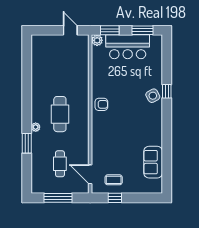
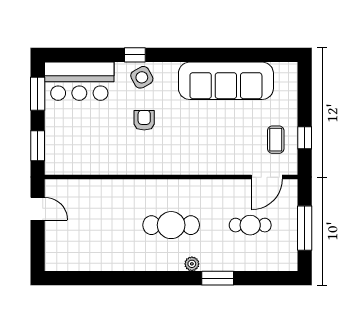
door: (70, 30) -> (38, 209), swing flipped
plant: (97, 40) -> (54, 166), removed
bar counter: (128, 47) -> (79, 81), moved, turned 90
armchair: (101, 104) -> (144, 120), moved
sofa: (153, 162) -> (226, 81), width x1.85, depth x1.27

